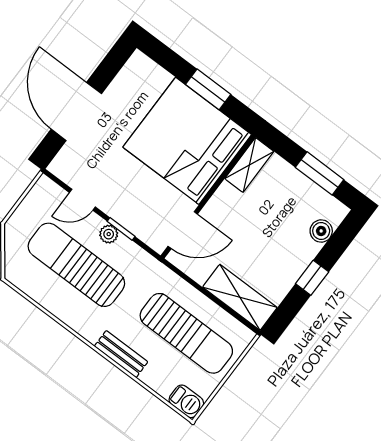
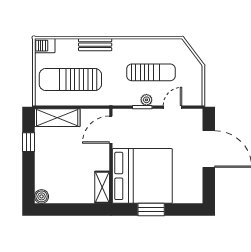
window: (320, 173) -> (64, 209), removed
boiler: (321, 231) -> (42, 196), moved
sun lounger: (76, 265) -> (151, 72), width x0.73, depth x0.75
window: (312, 278) -> (28, 142), moved

